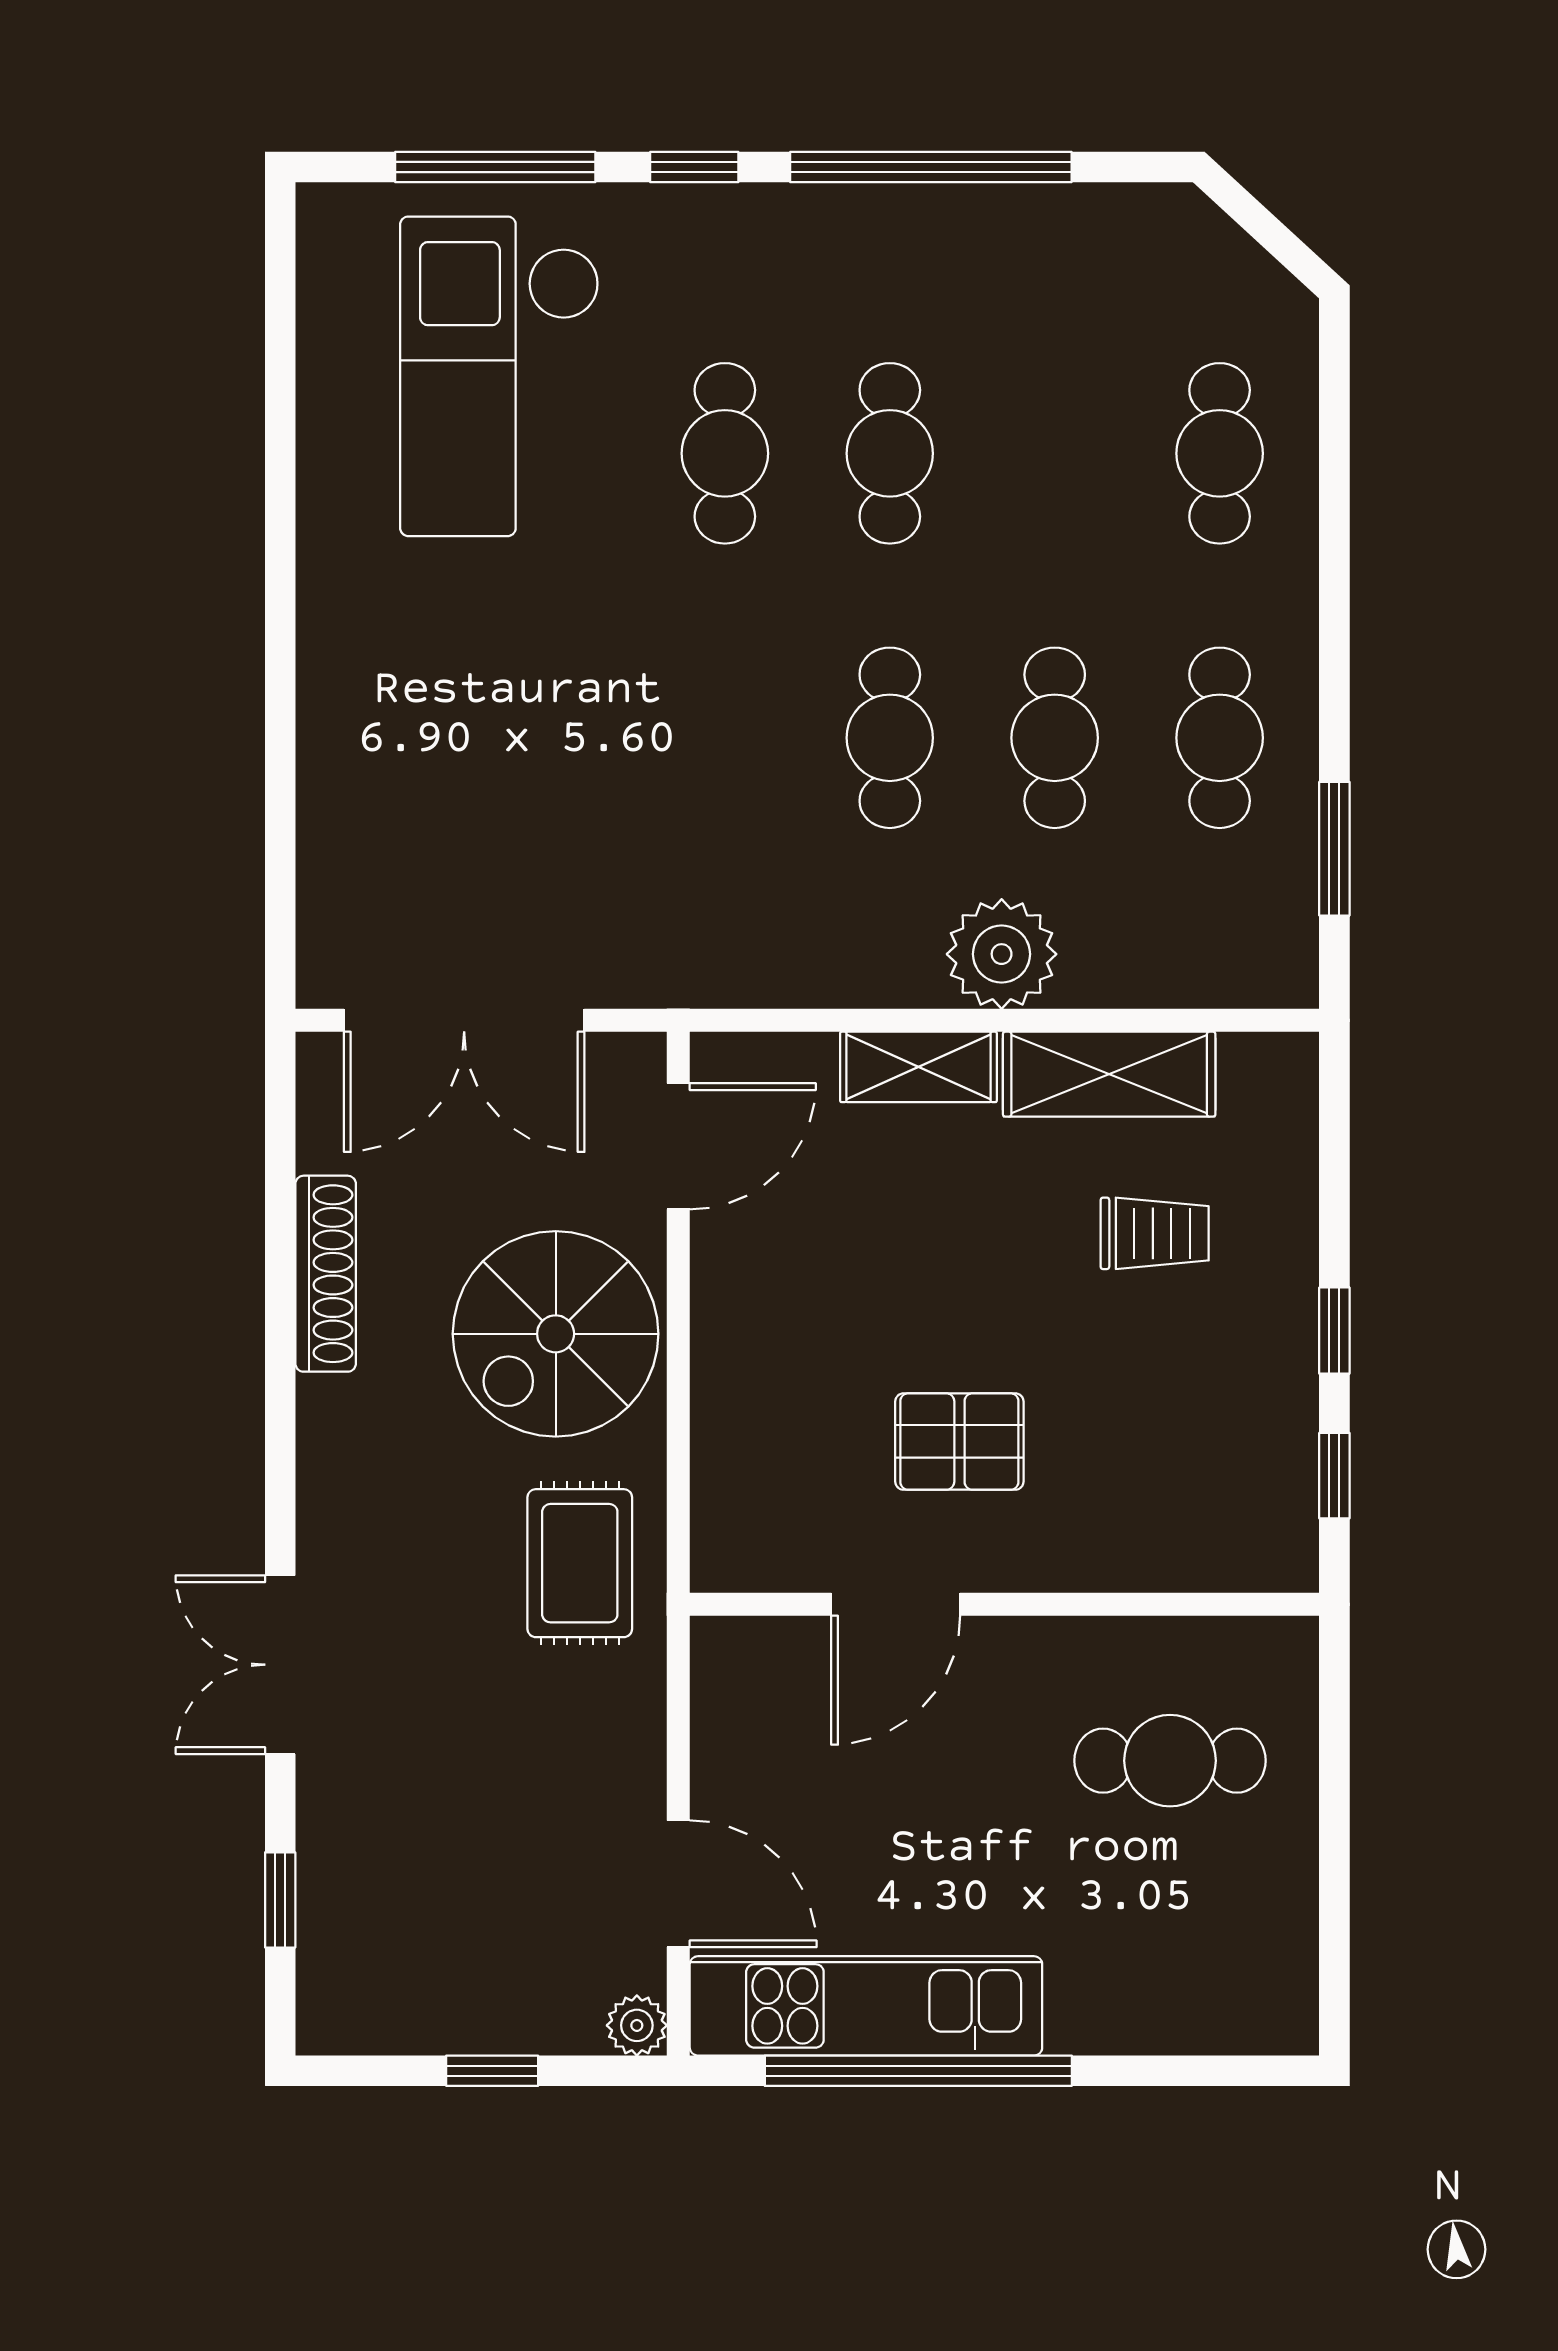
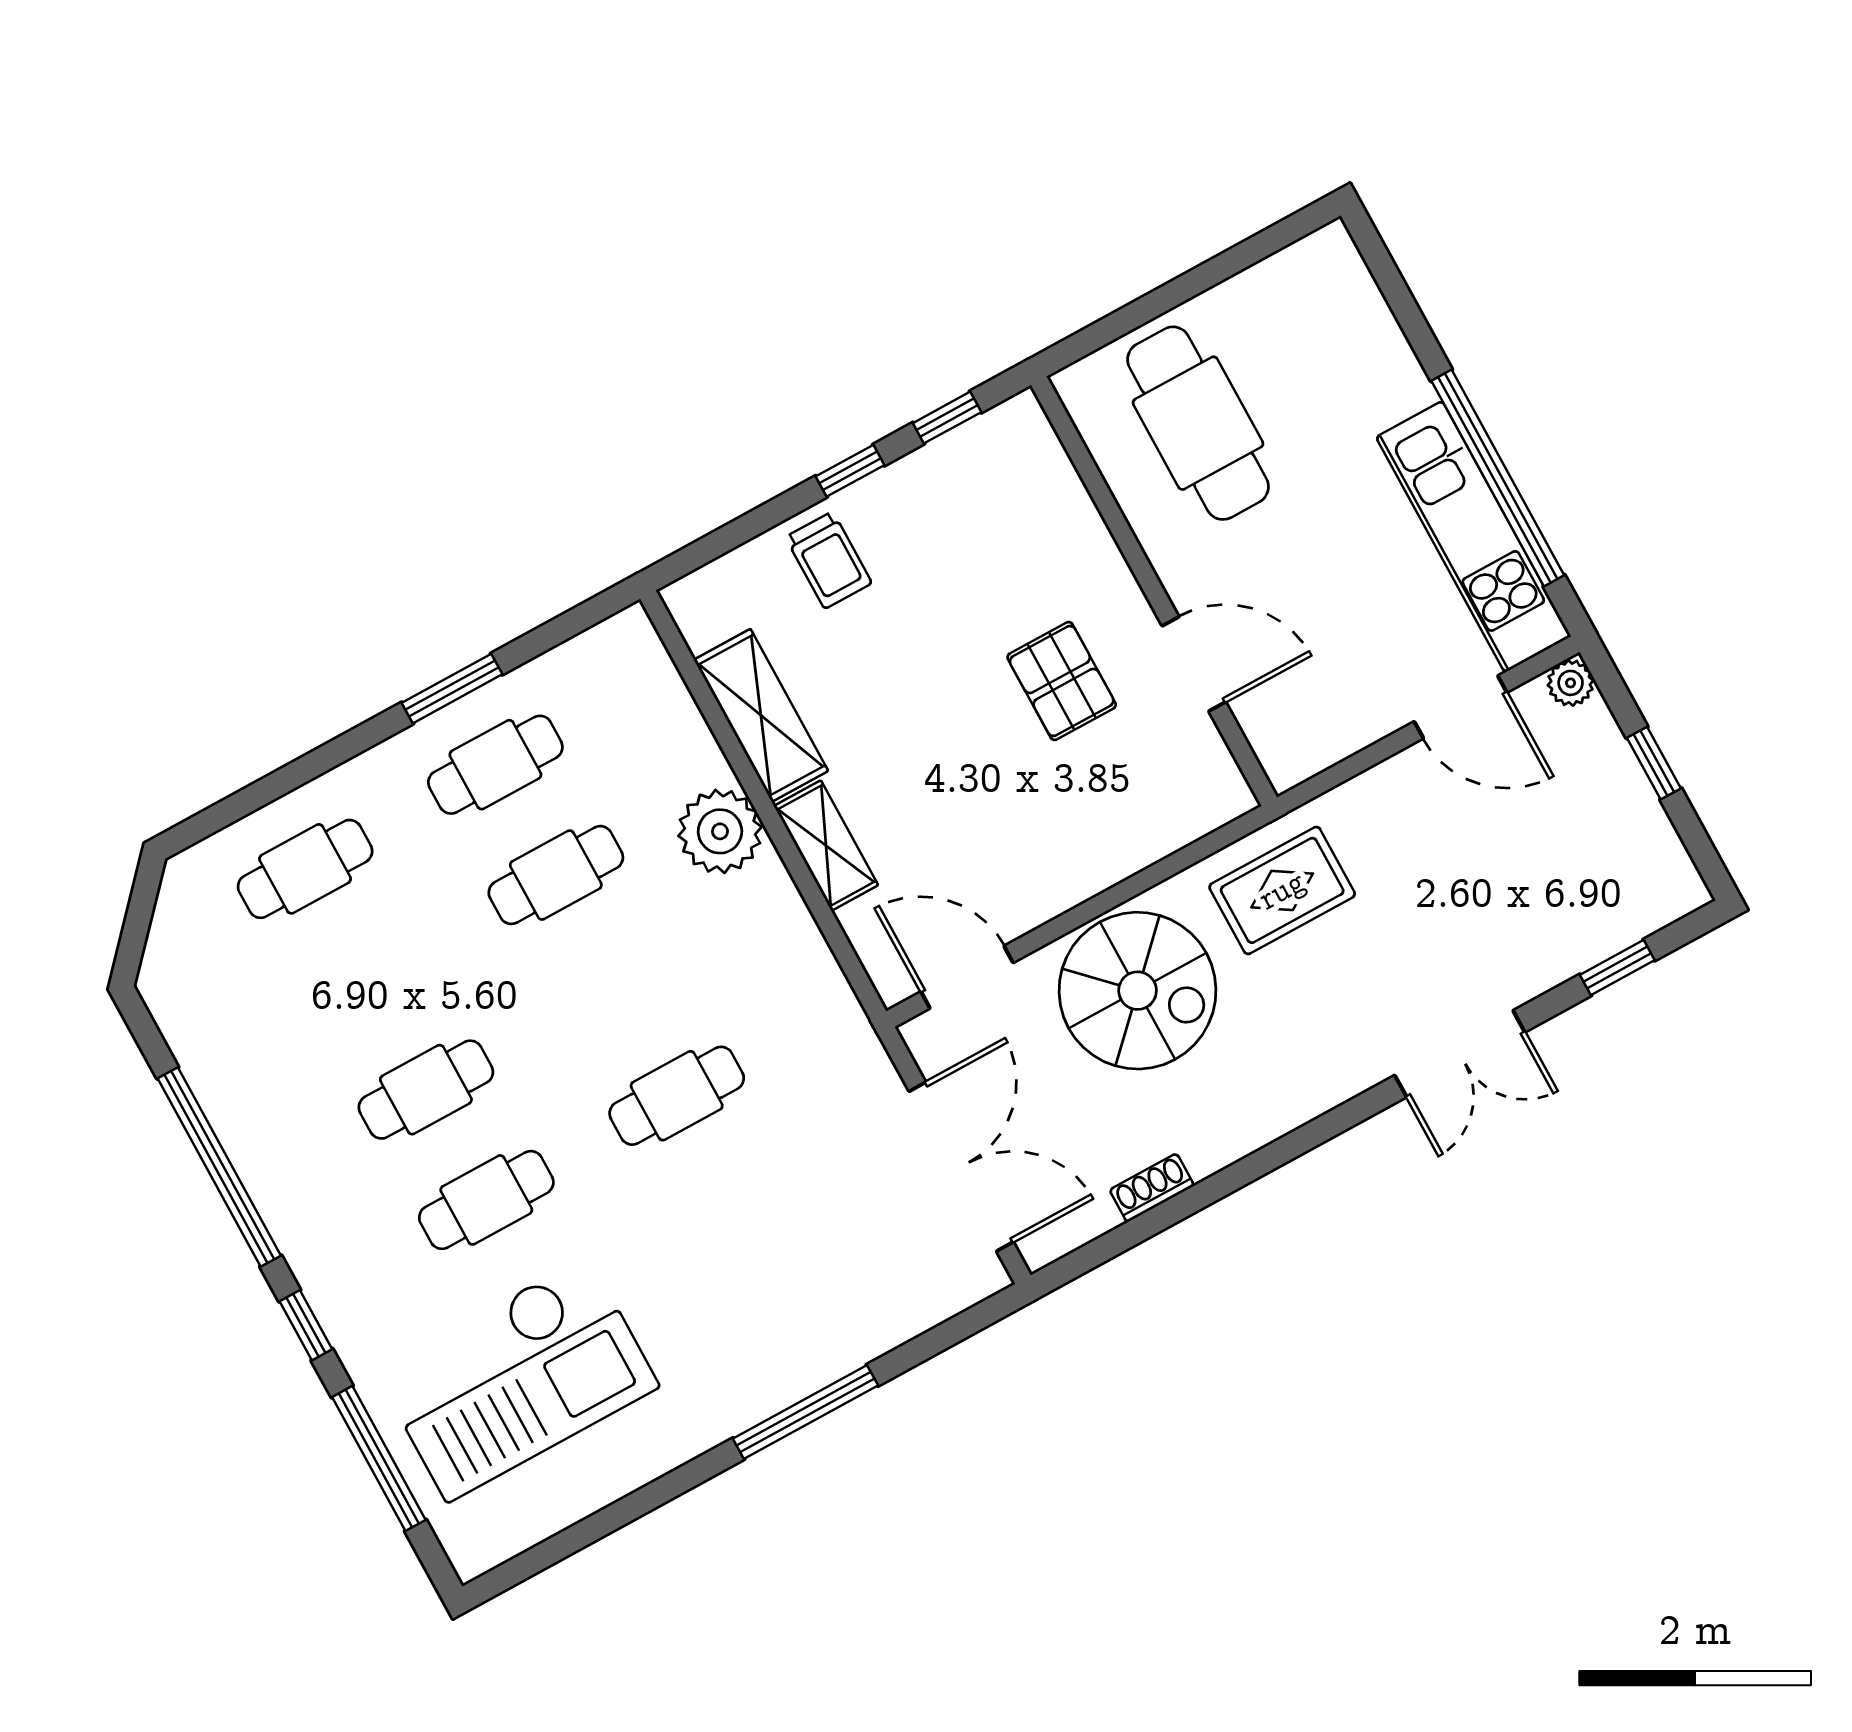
window: (280, 687) -> (805, 1412), added
cafe table: (890, 738) -> (677, 1096), moved
window: (1334, 849) -> (452, 689), moved
trolley: (1155, 1233) -> (829, 560), moved, turned 180
shoe rack: (326, 1274) -> (1152, 1188), width x0.51, depth x0.81
cafe table: (1170, 1761) -> (1198, 423), width x1.37, depth x1.35
door: (678, 1884) -> (1461, 707), swing flipped

